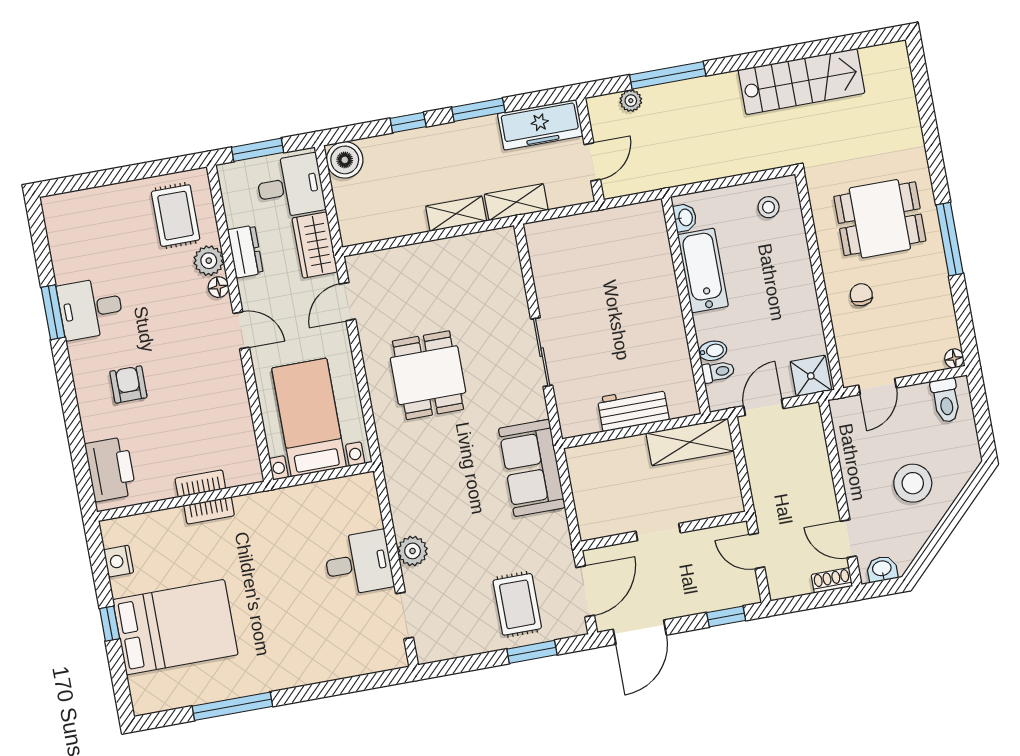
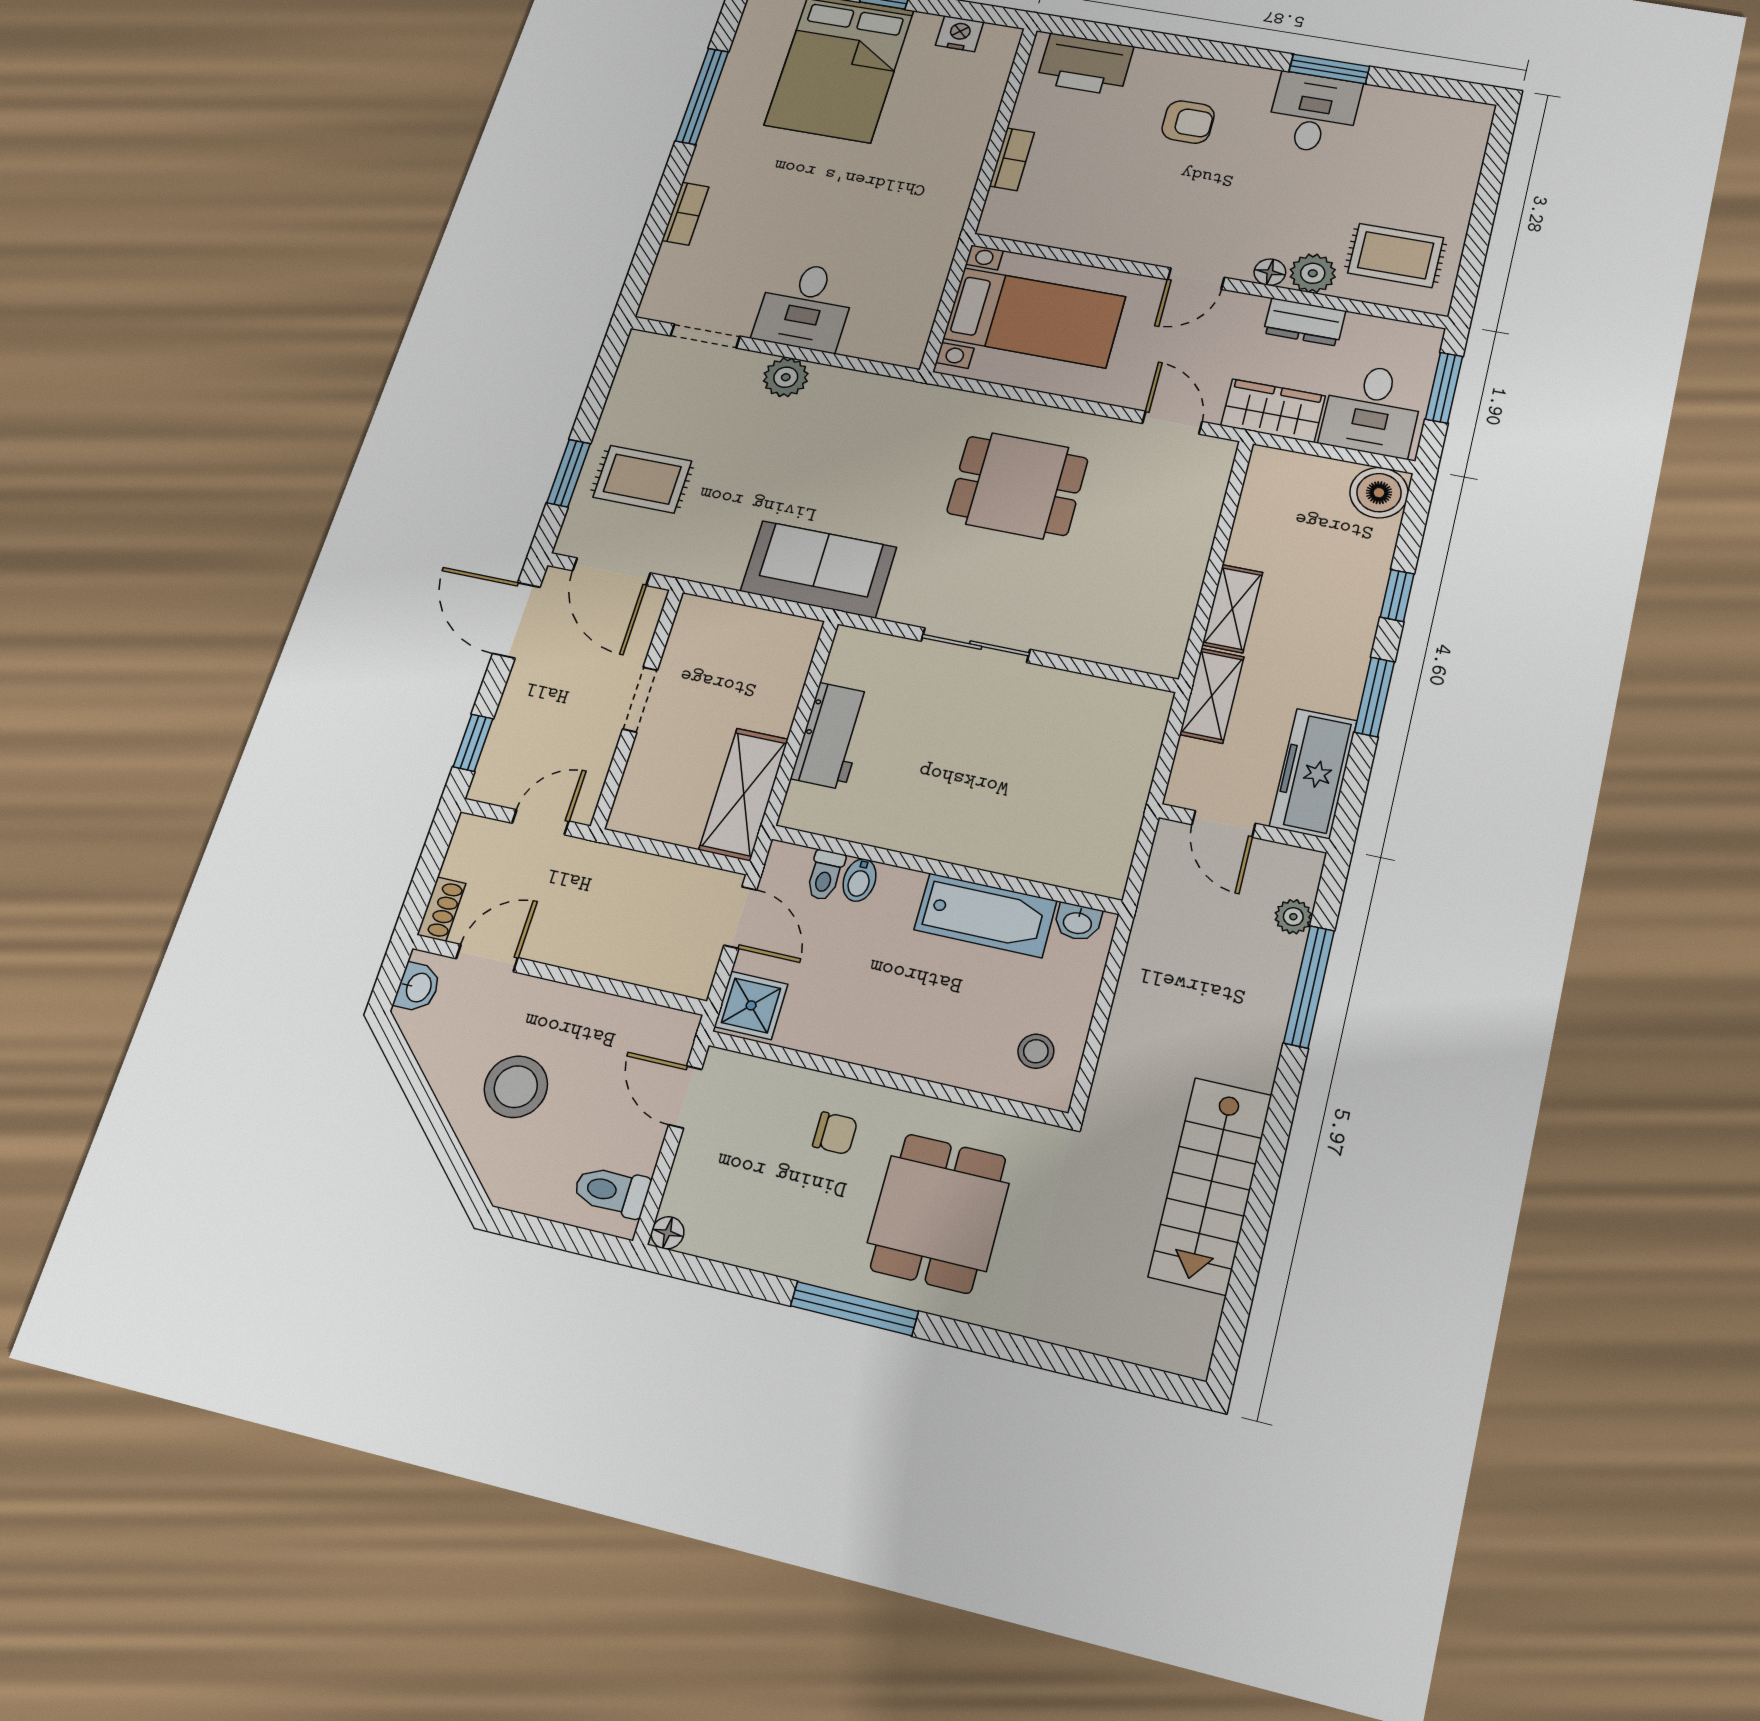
bookcase: (209, 510) -> (685, 214), moved, turned 180

